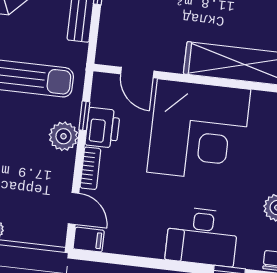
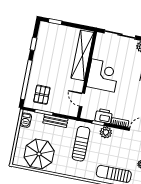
door: (137, 72) -> (82, 100), swing flipped
corner desk: (199, 131) -> (103, 76), width x0.74, depth x0.74

